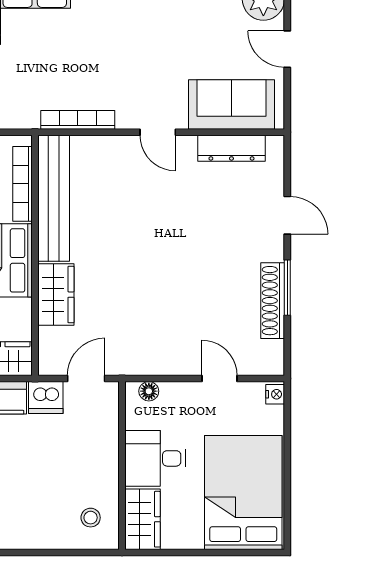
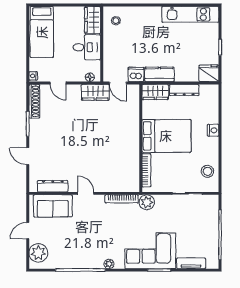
door: (287, 49) -> (28, 231), swing flipped
plant: (22, 112) -> (147, 202), added
bench: (54, 198) -> (132, 164), removed
wardrobe: (56, 295) -> (95, 92), moved, turned -90
shoe rack: (273, 301) -> (34, 101), moved
door: (86, 379) -> (118, 83), hinge flipped
bed: (243, 492) -> (42, 32), width x0.67

